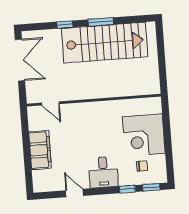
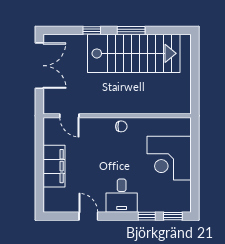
chair: (142, 166) -> (121, 126), moved

